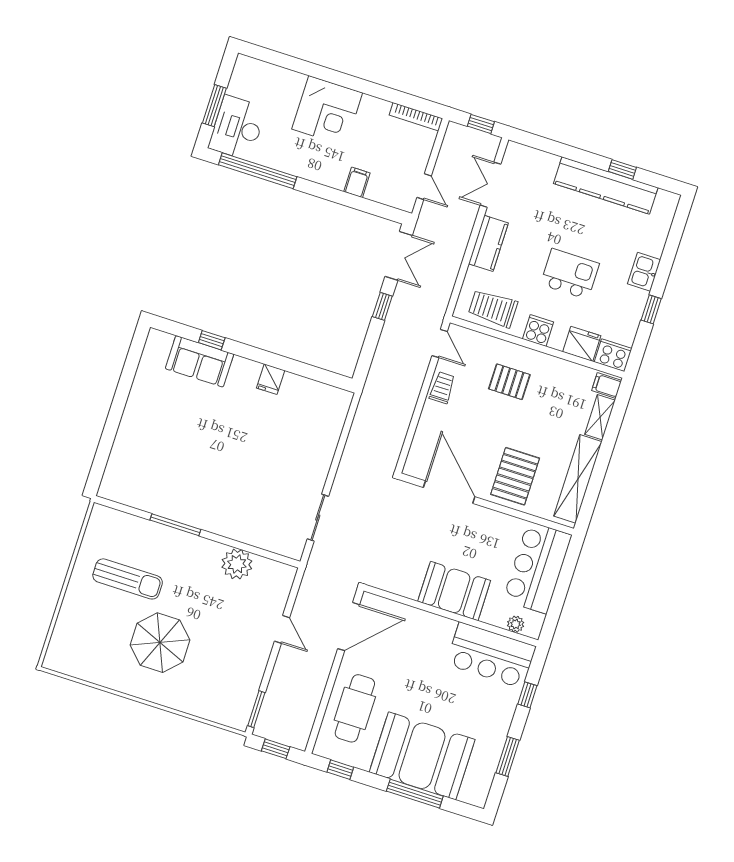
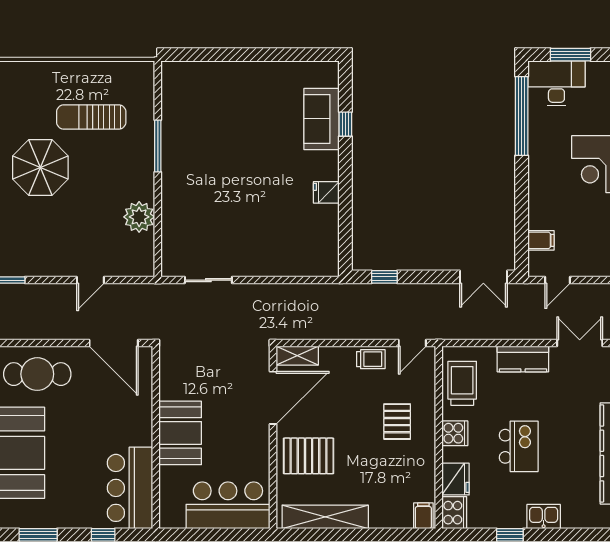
filing cabinet: (357, 182) -> (541, 240), moved
window: (382, 306) -> (384, 277), moved
shelving: (600, 417) -> (297, 356), moved
sun lounger: (128, 579) -> (91, 117), turned 90
plant: (516, 624) -> (167, 502), removed

